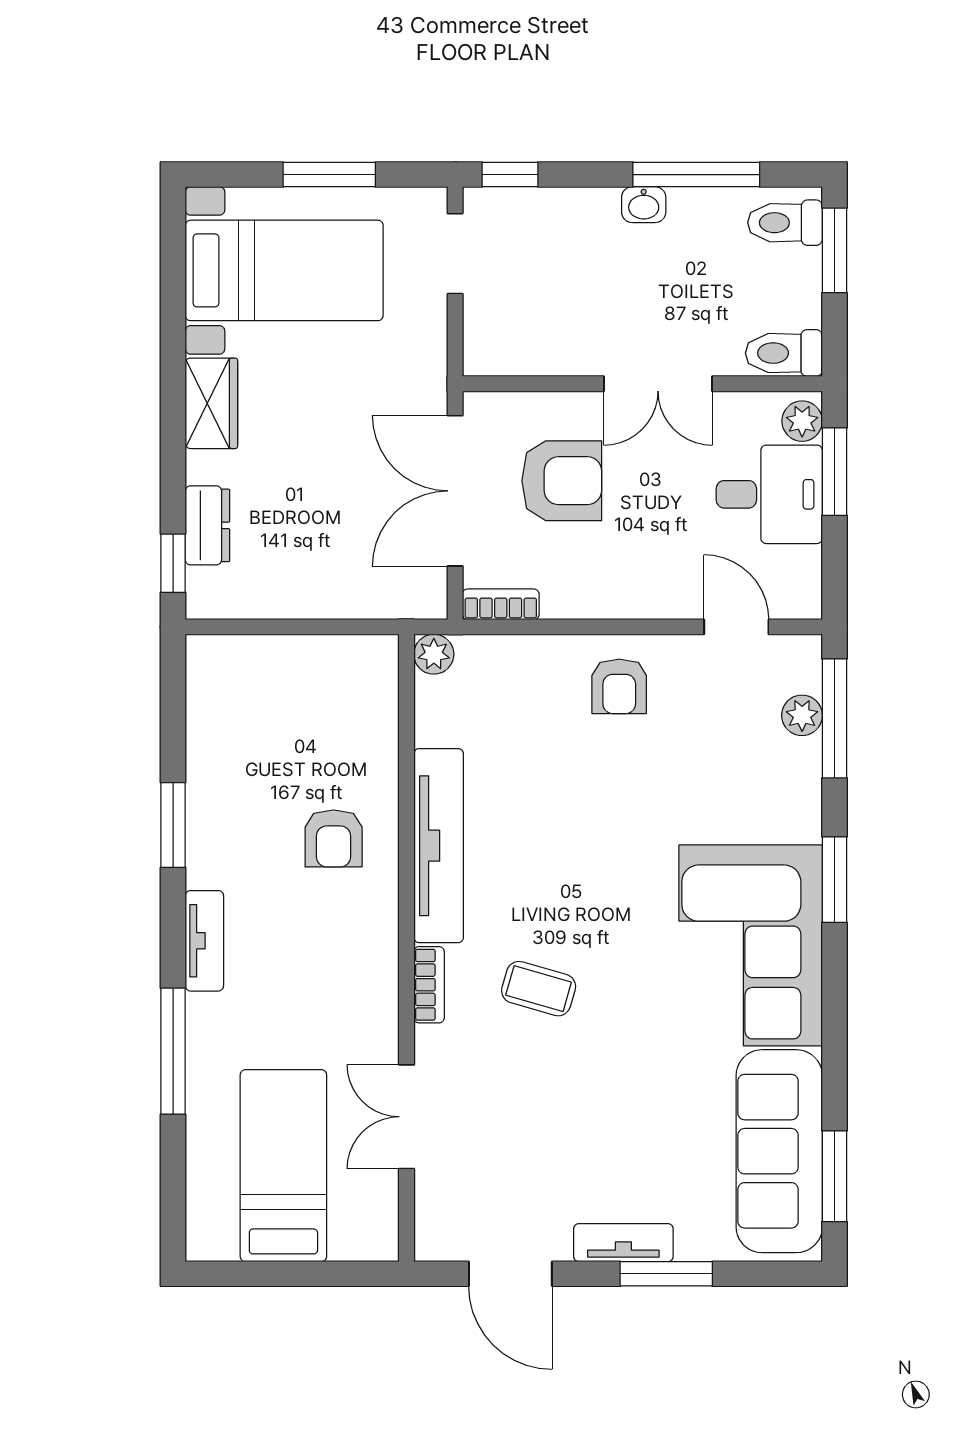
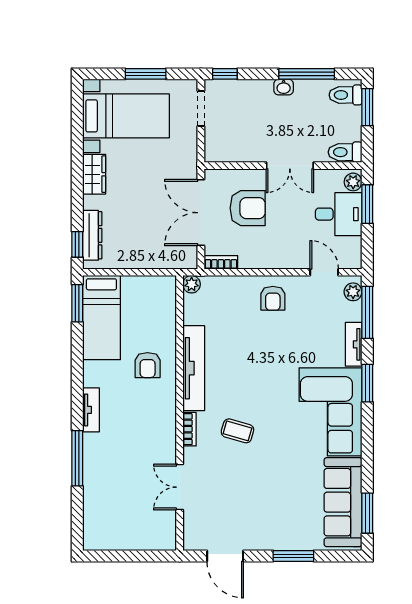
dresser: (207, 525) -> (92, 235), width x1.44
plant: (802, 715) -> (353, 292), moved
window: (173, 825) -> (77, 303), moved
bed: (283, 1166) -> (101, 318), moved, turned 180
tv unit: (623, 1243) -> (354, 344), moved, turned -90

